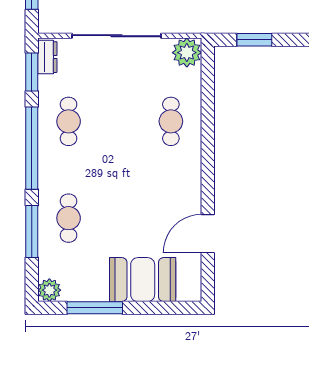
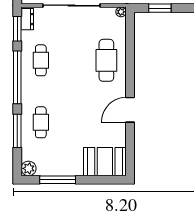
plant: (187, 53) -> (121, 12), width x0.53, depth x0.53
cafe table: (171, 121) -> (106, 60), width x1.37, depth x1.35
door: (208, 234) -> (130, 110), moved
booth: (143, 280) -> (105, 162), moved

